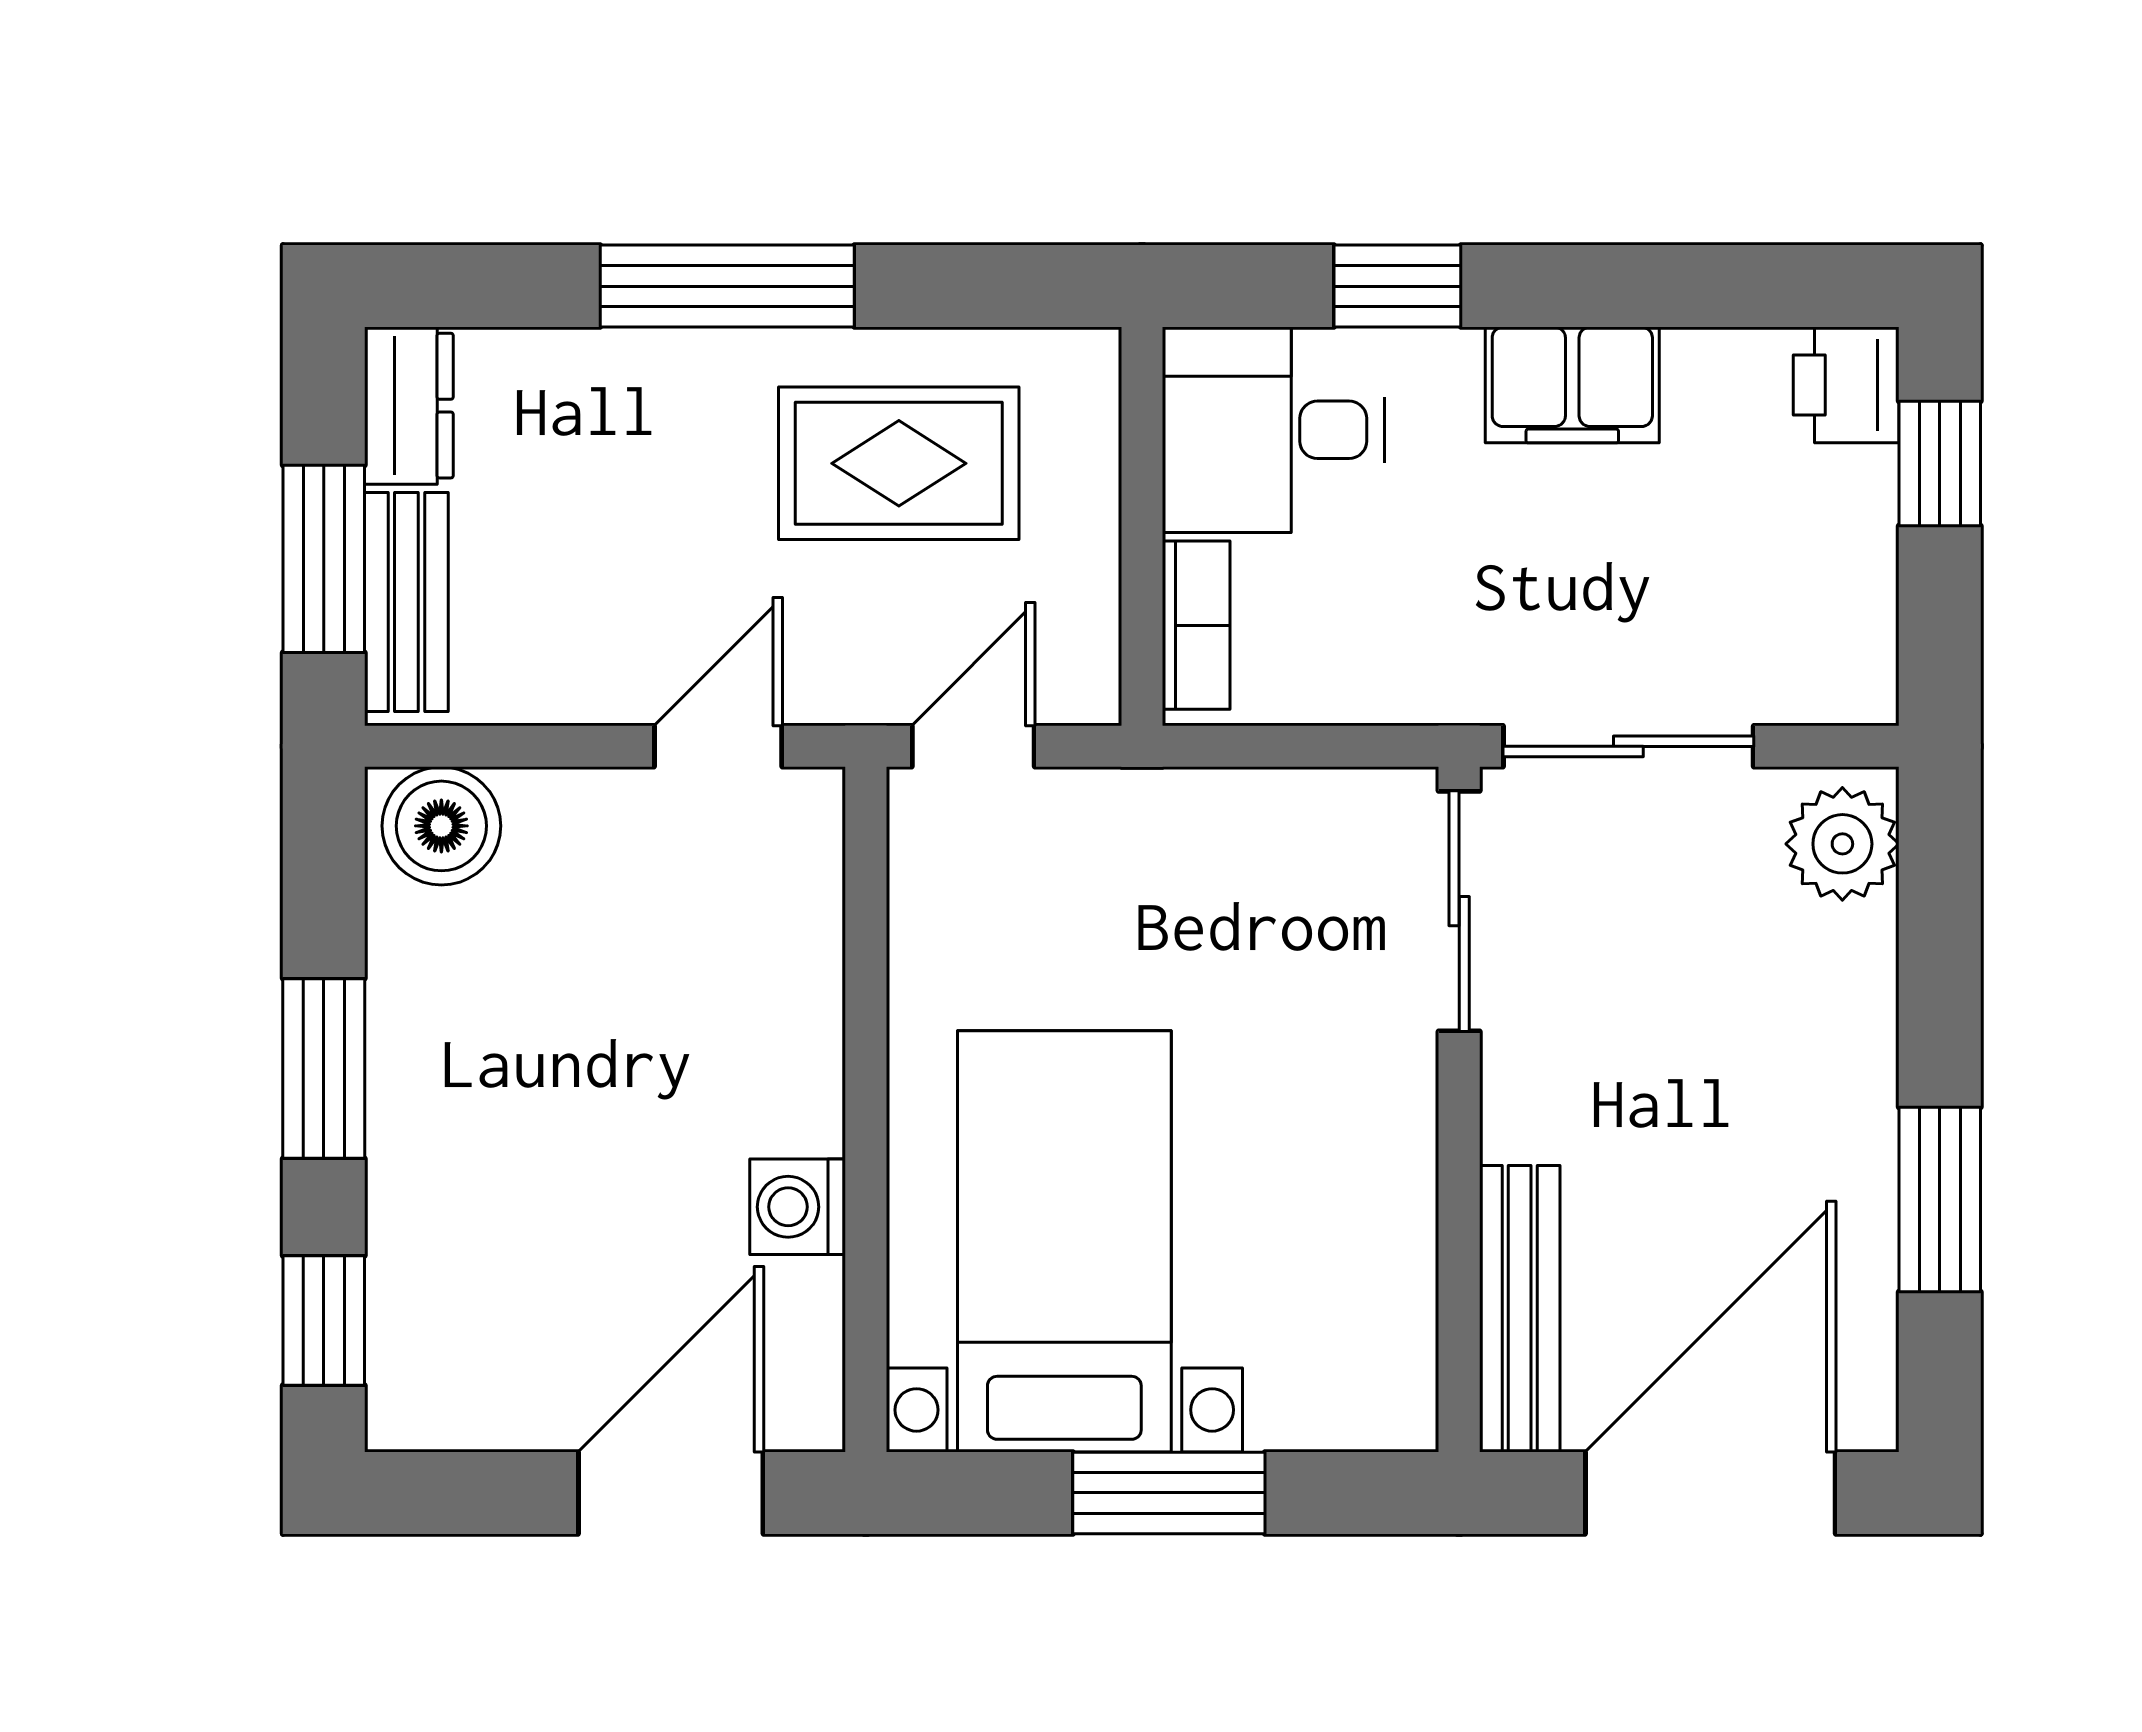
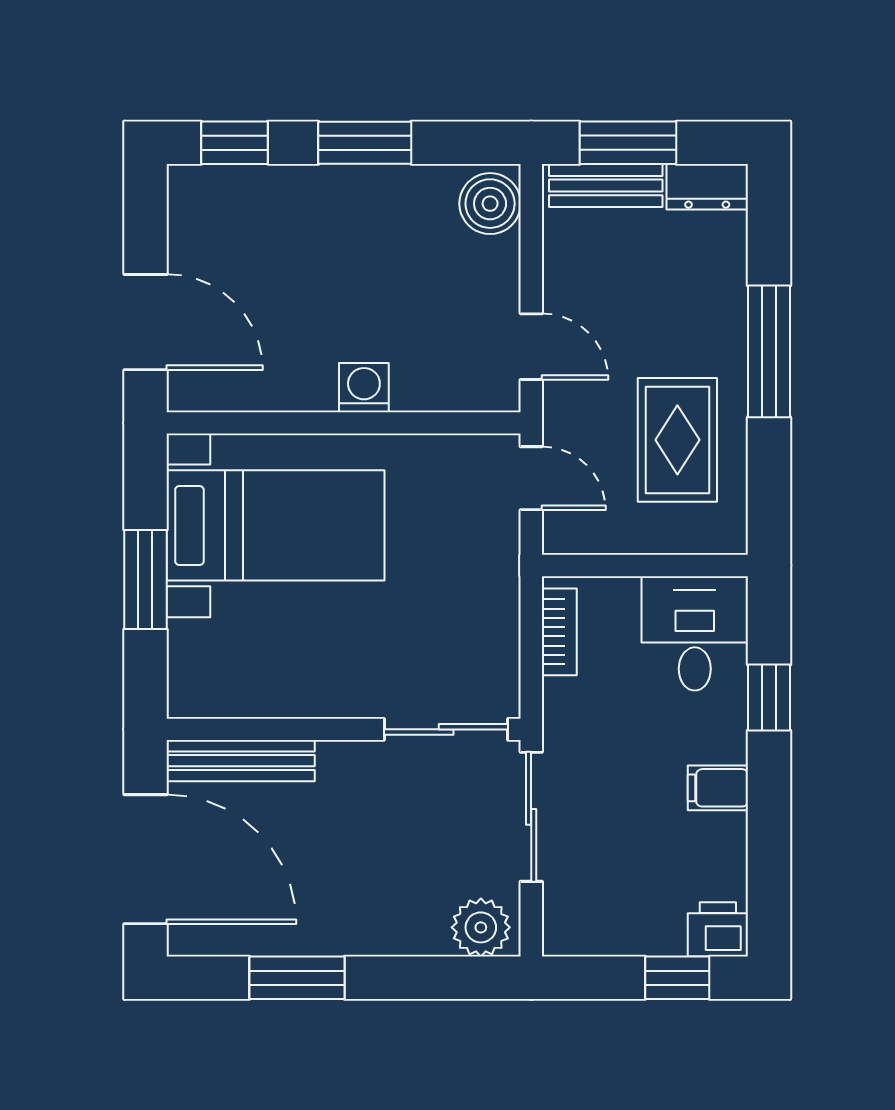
filing cabinet: (1572, 385) -> (718, 788), width x0.50
bookcase: (1196, 625) -> (559, 632), moved, turned -90
washing machine: (798, 1207) -> (364, 388), moved

